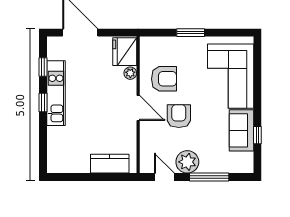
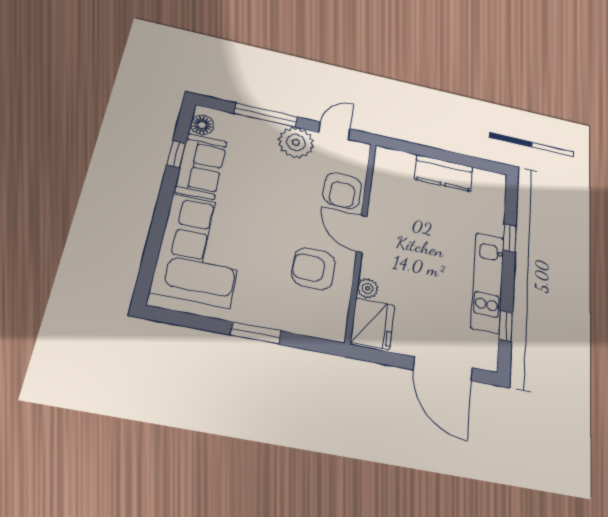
window: (43, 102) -> (510, 238), moved
armchair: (179, 116) -> (342, 191), moved
floor lamp: (247, 159) -> (202, 125), added
kitchen counter: (110, 164) -> (444, 173), moved
door: (164, 177) -> (334, 131), swing flipped

